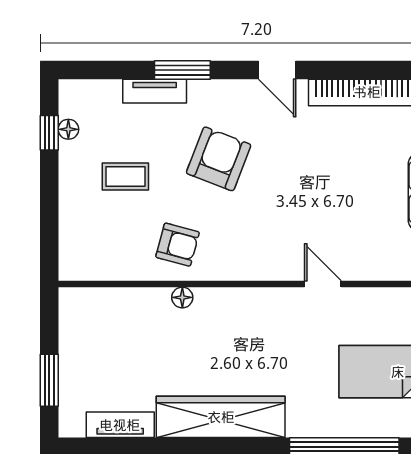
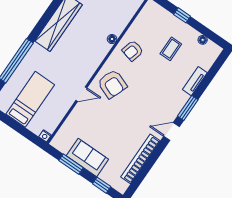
window: (182, 70) -> (188, 108), moved
window: (49, 133) -> (182, 15), moved
armchair: (219, 159) -> (112, 84), moved

